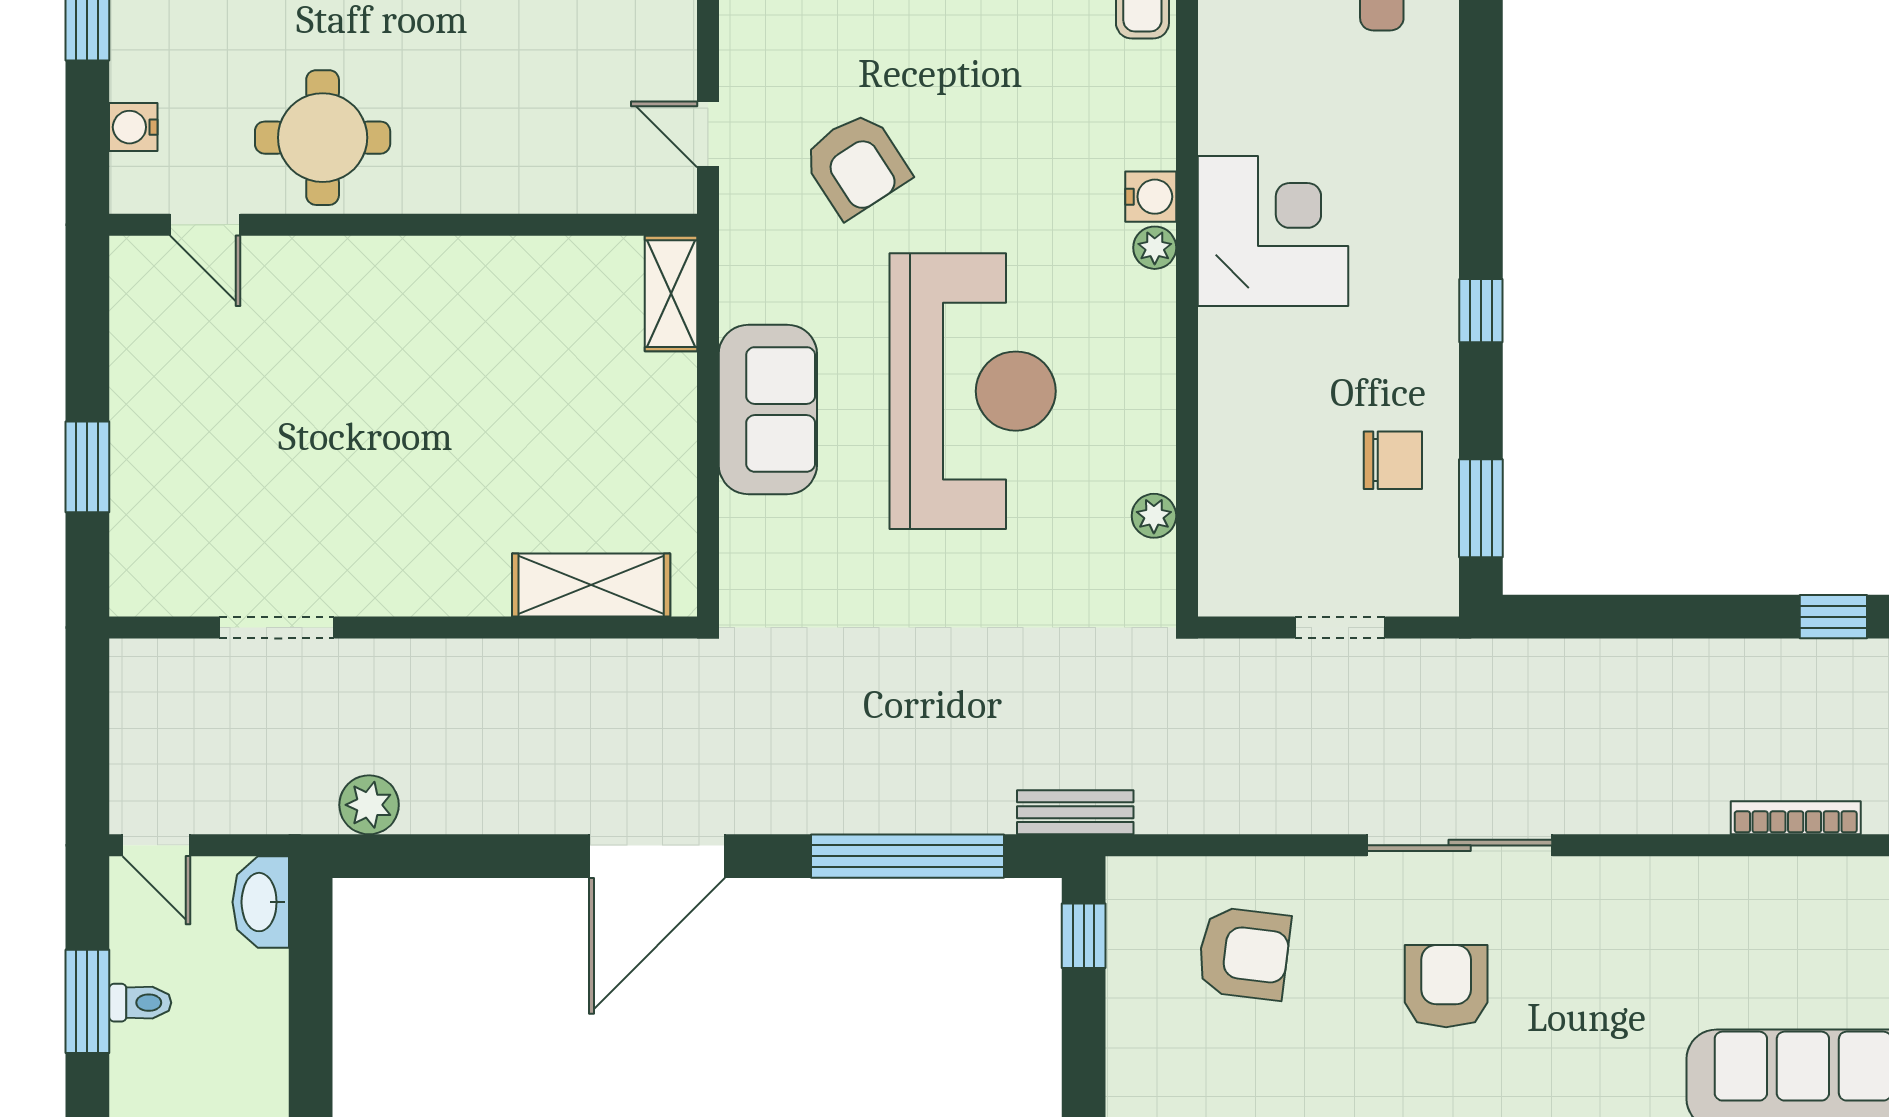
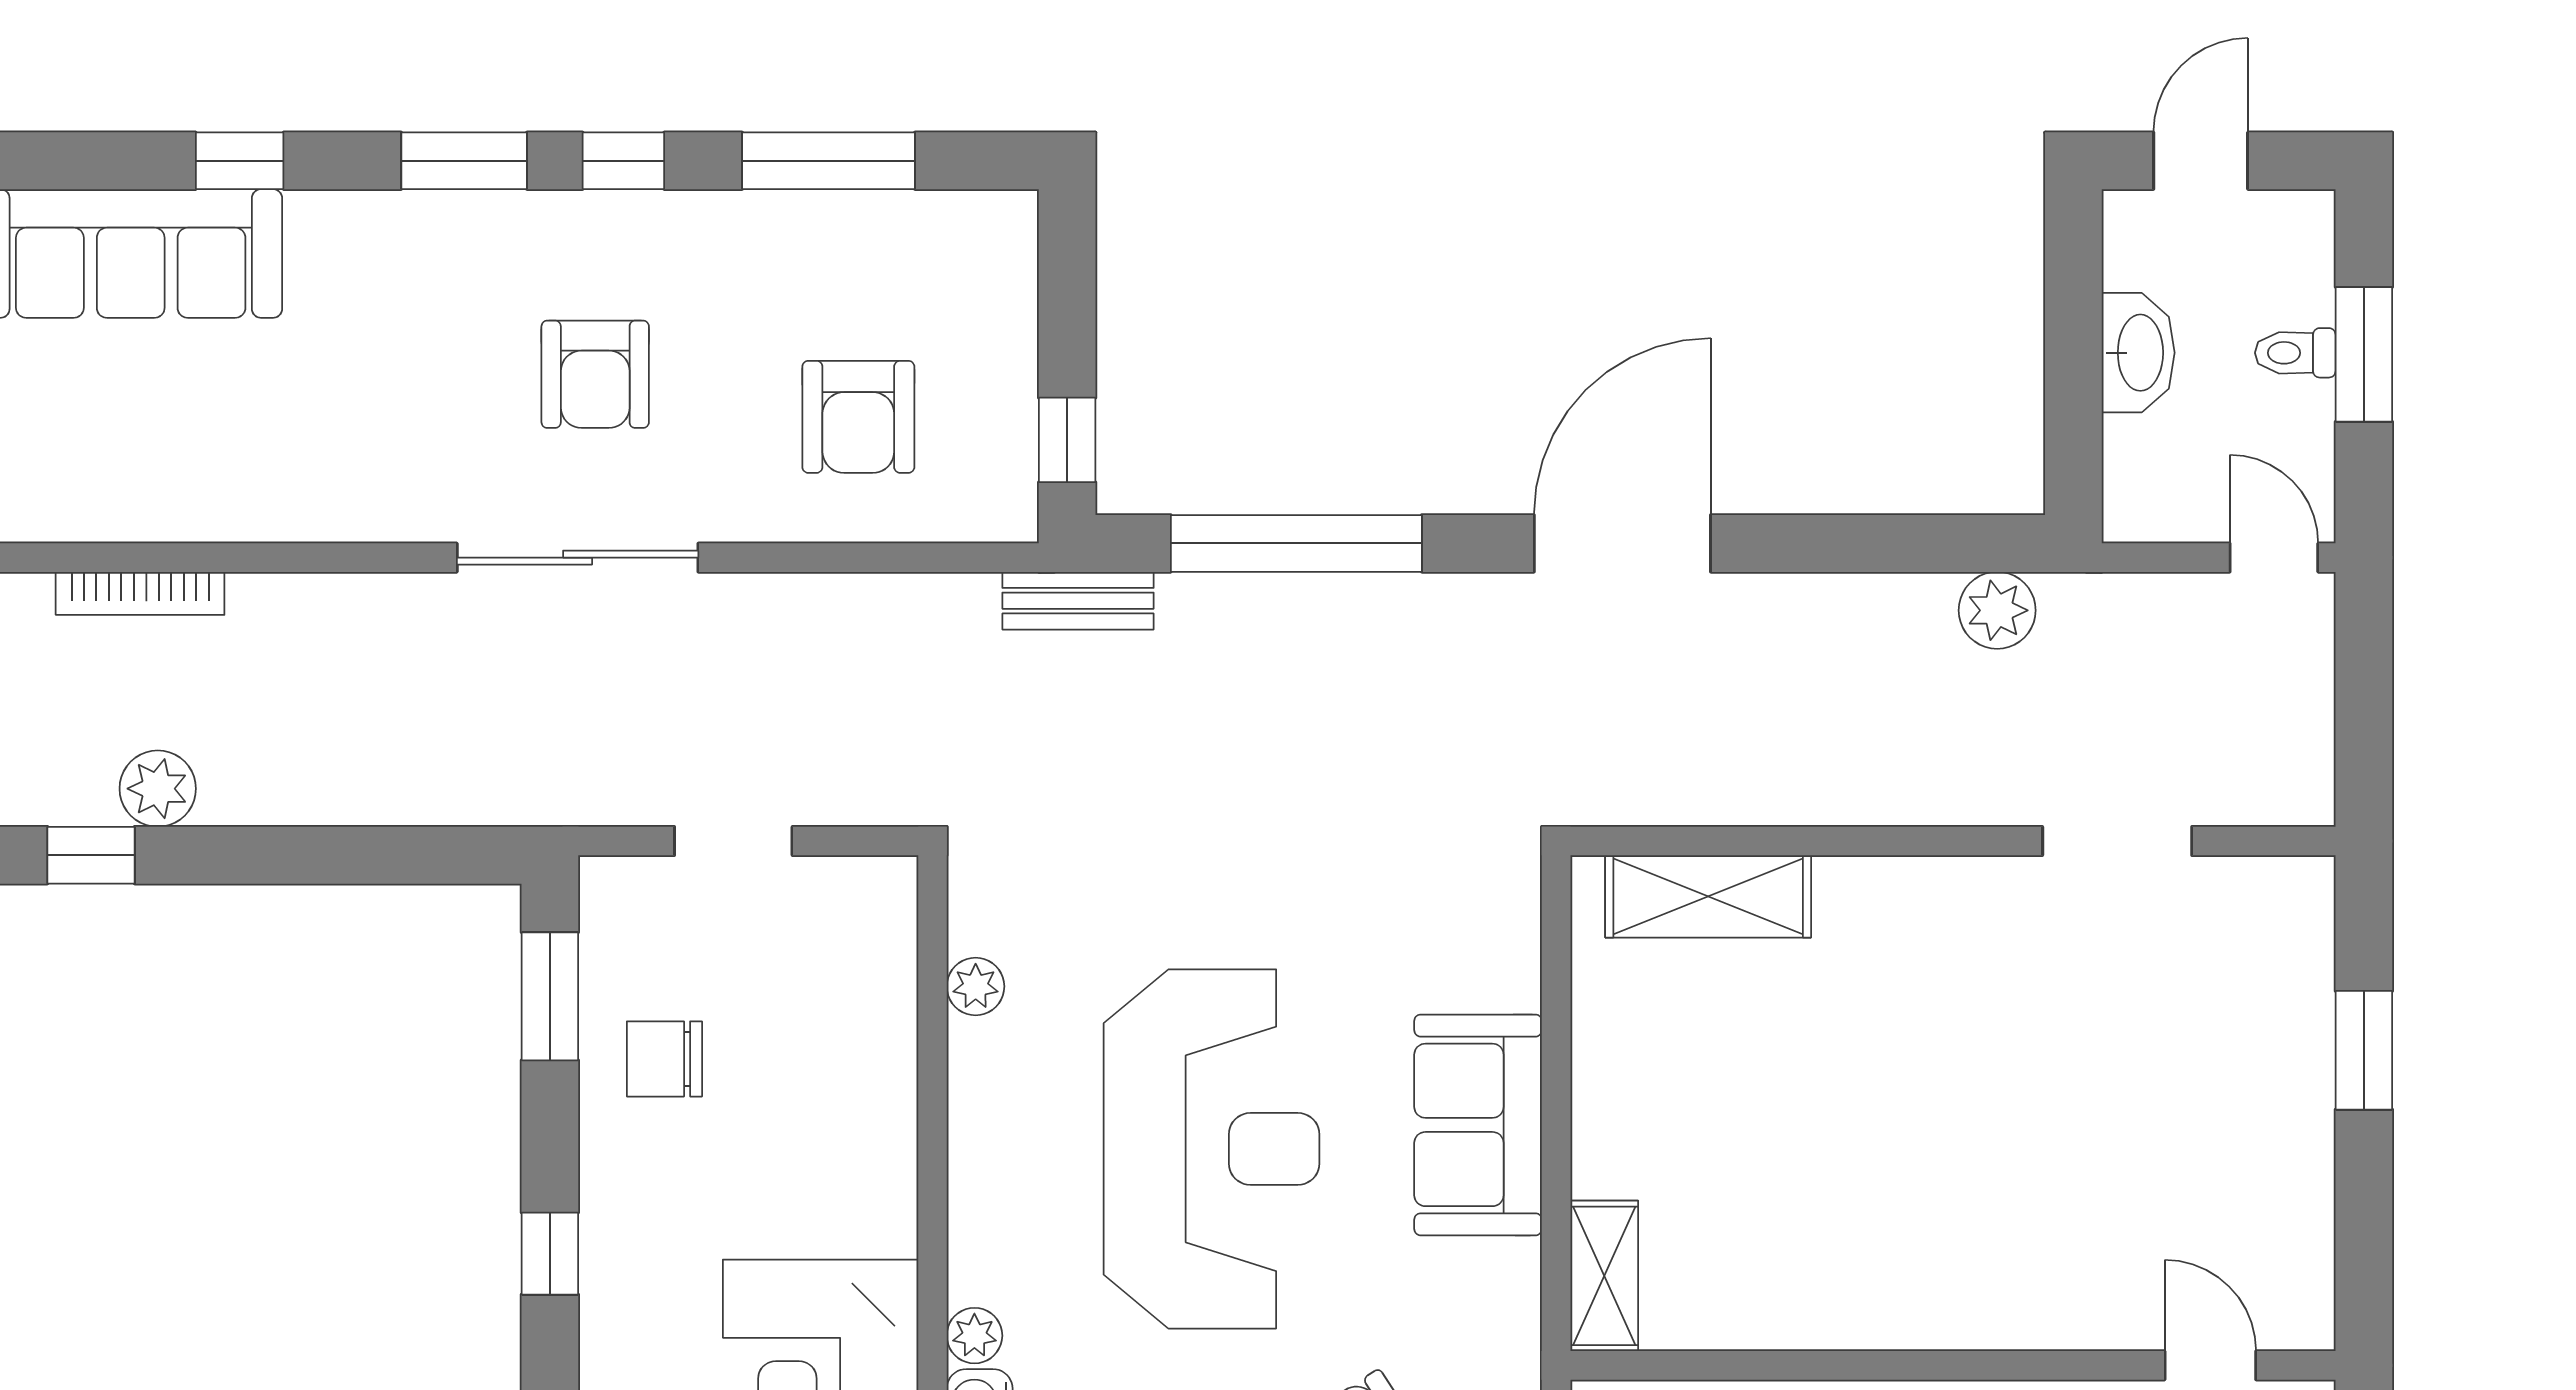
reception desk: (973, 391) -> (1211, 1149), turned 180
plant: (1782, 668) -> (158, 789), added
washbasin: (261, 902) -> (2138, 353), moved
armchair: (1244, 953) -> (858, 417), turned -97

